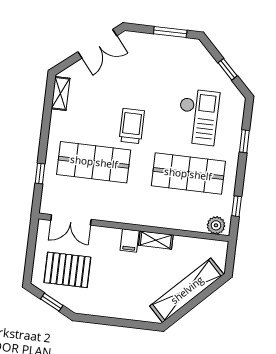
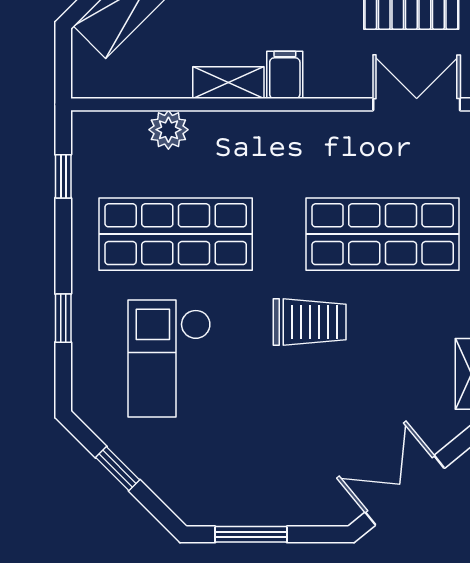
trolley: (132, 126) -> (310, 322), turned -90
plant: (216, 225) -> (168, 130), moved

